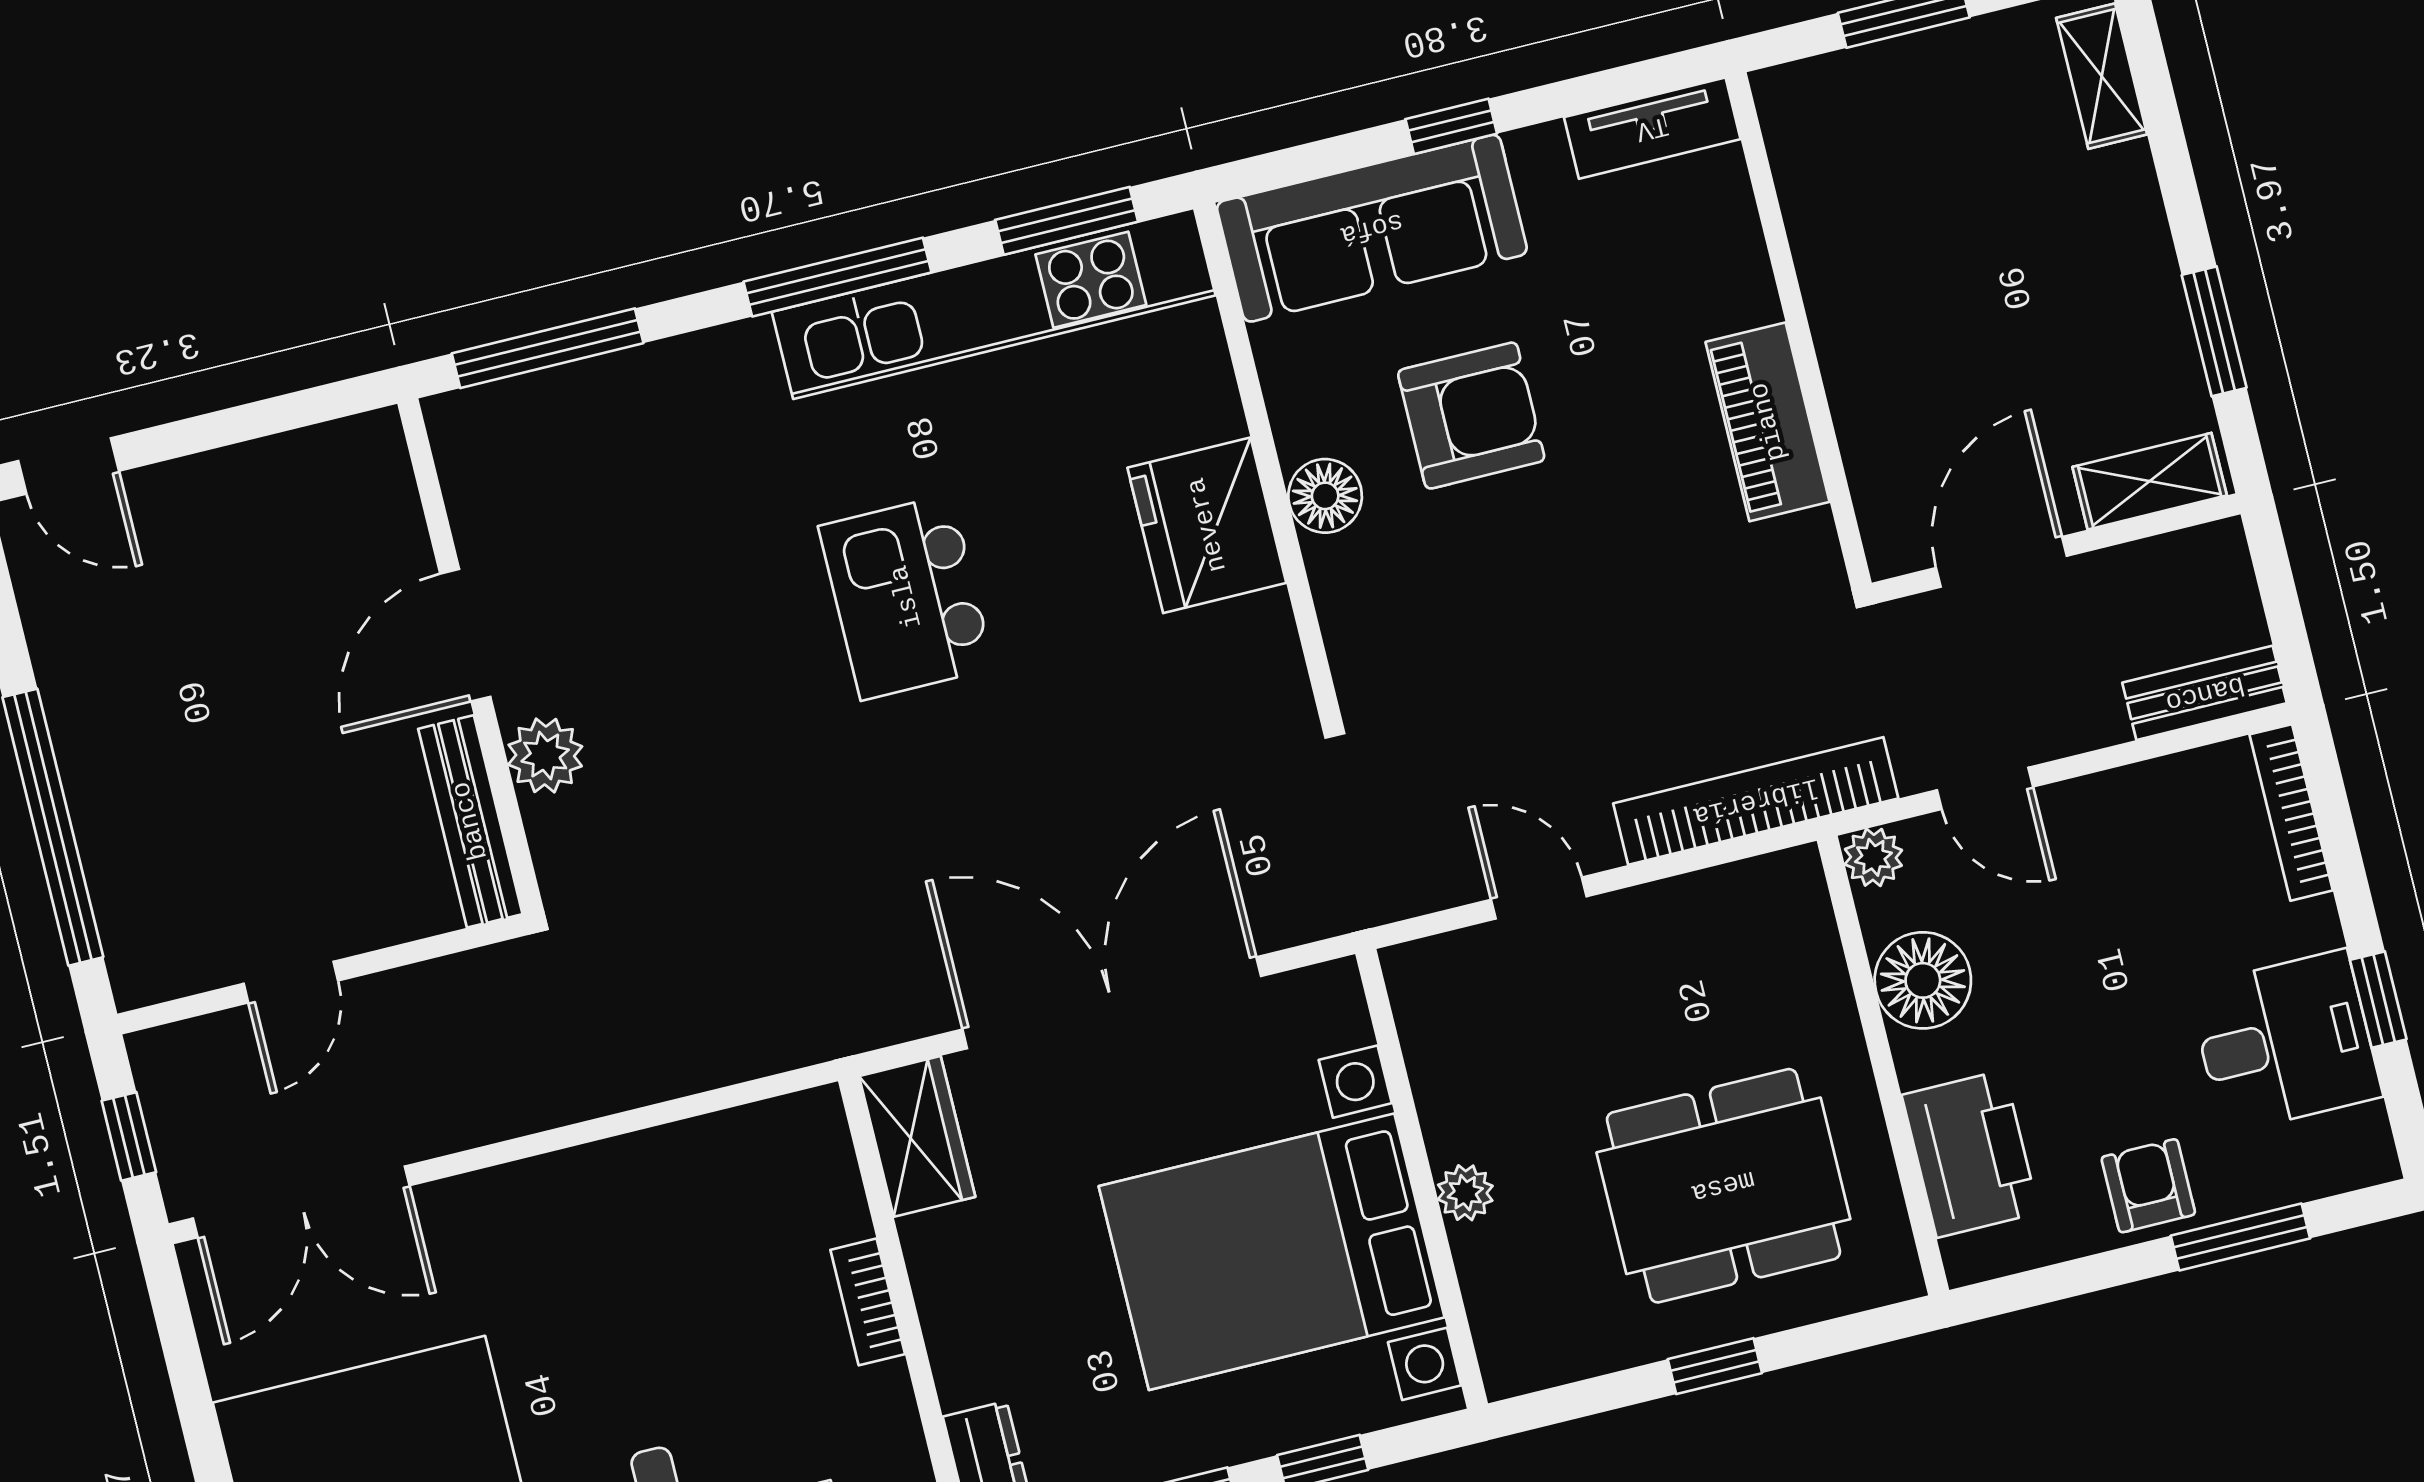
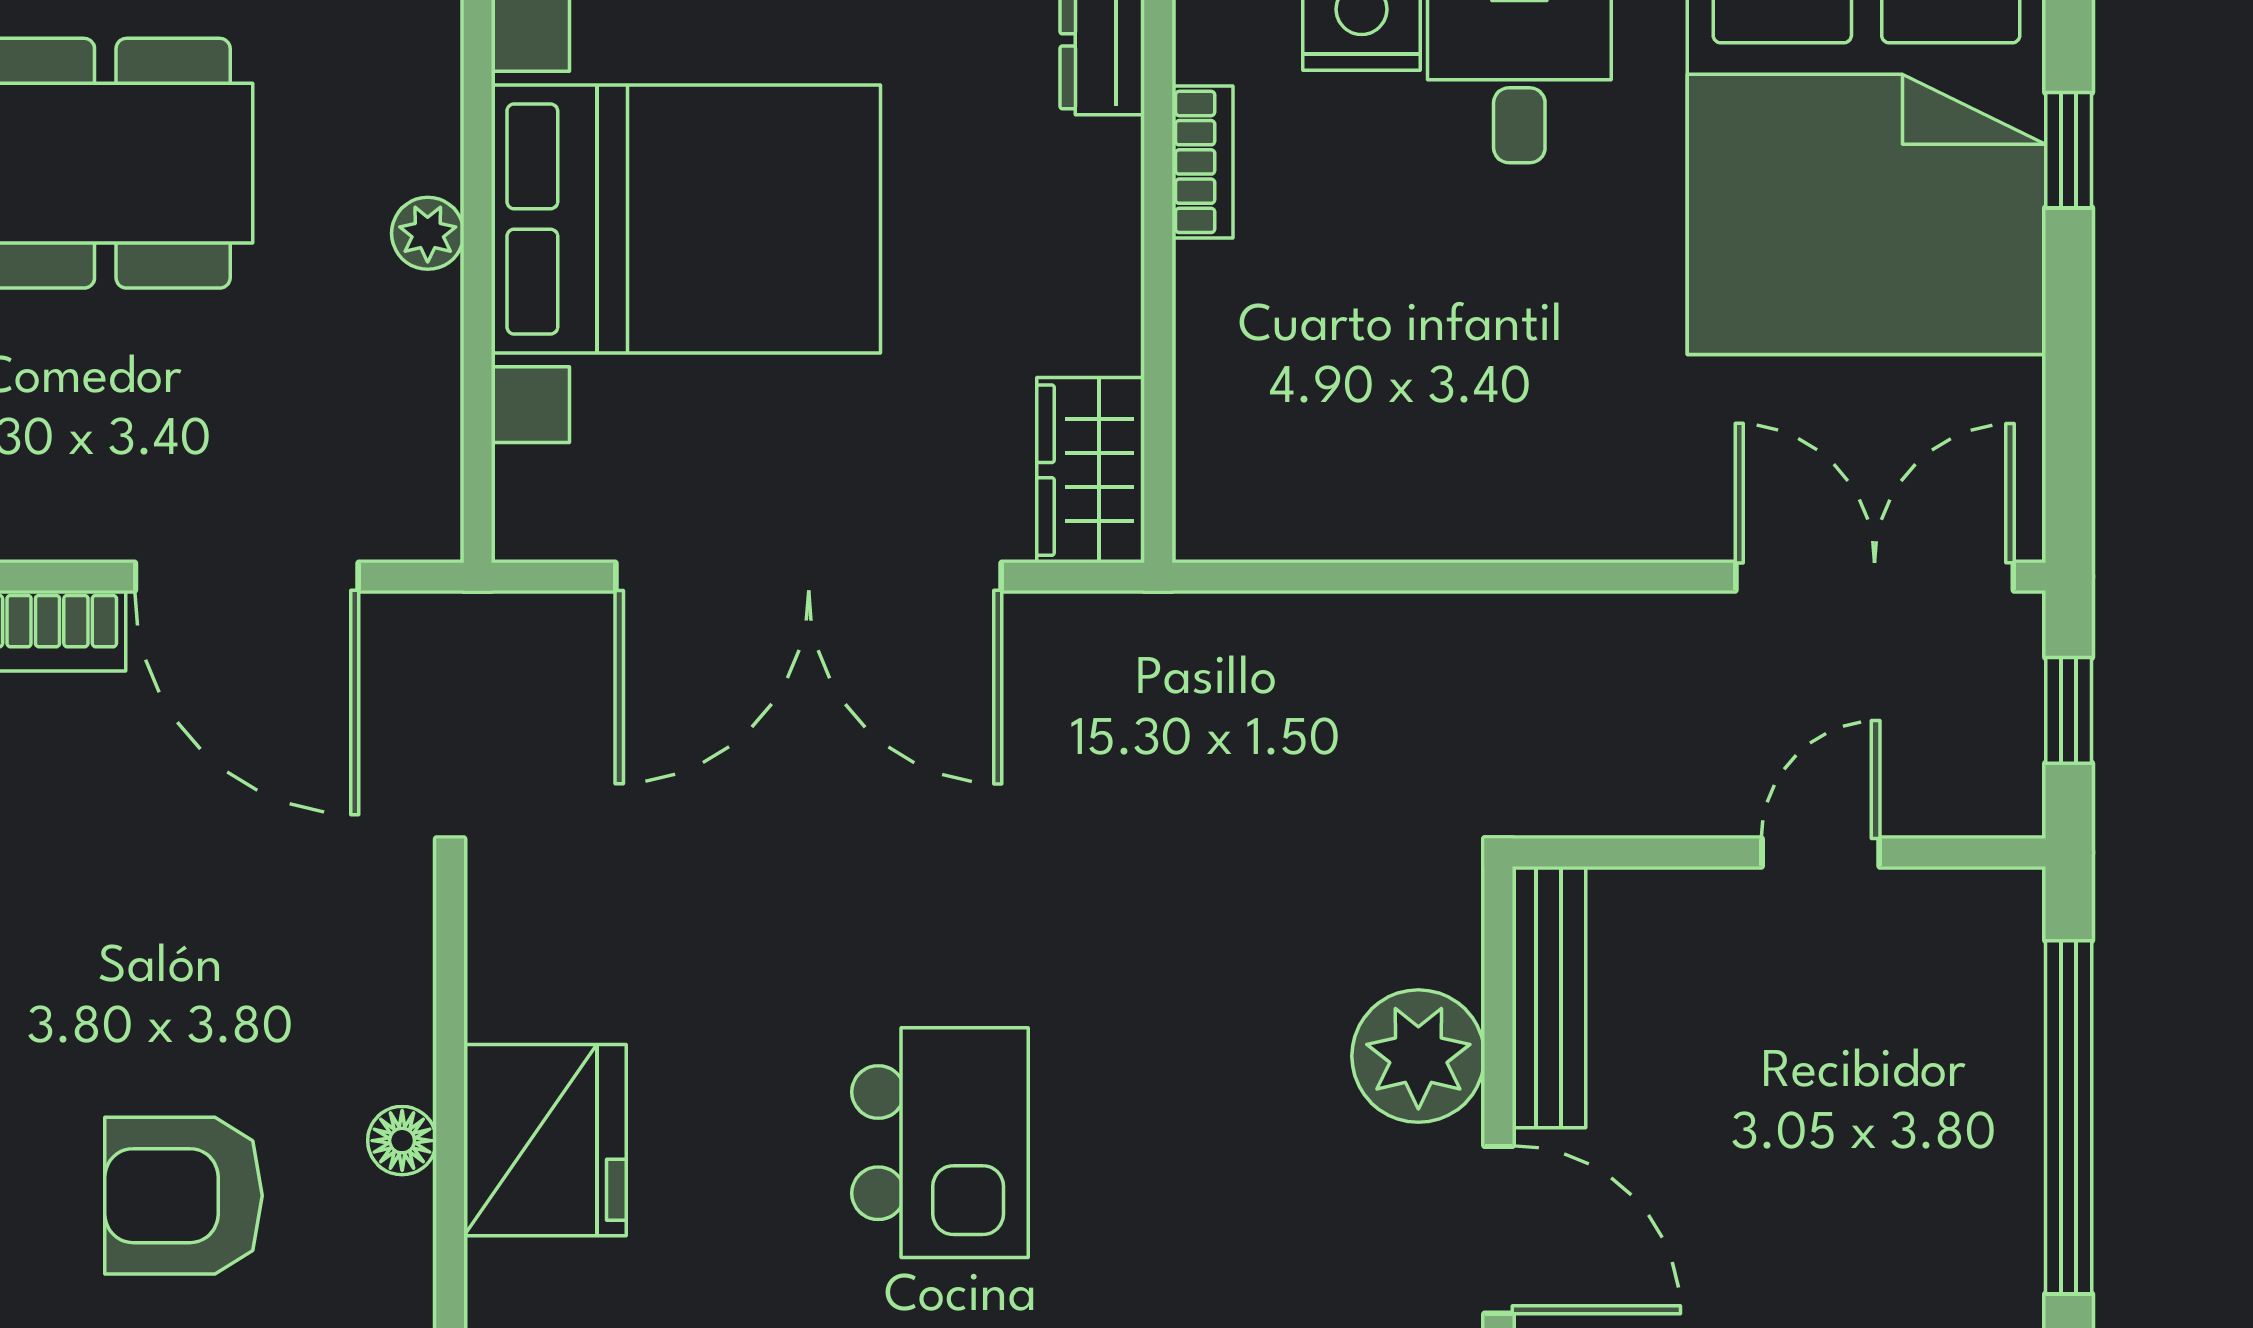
floor lamp: (1325, 496) -> (402, 1141), width x0.73, depth x0.73
door: (465, 635) -> (1498, 1230), hinge flipped
plant: (545, 756) -> (1418, 1056), width x1.36, depth x1.36
door: (1539, 898) -> (247, 577), width x1.87
bookcase: (868, 1302) -> (1202, 162), moved

